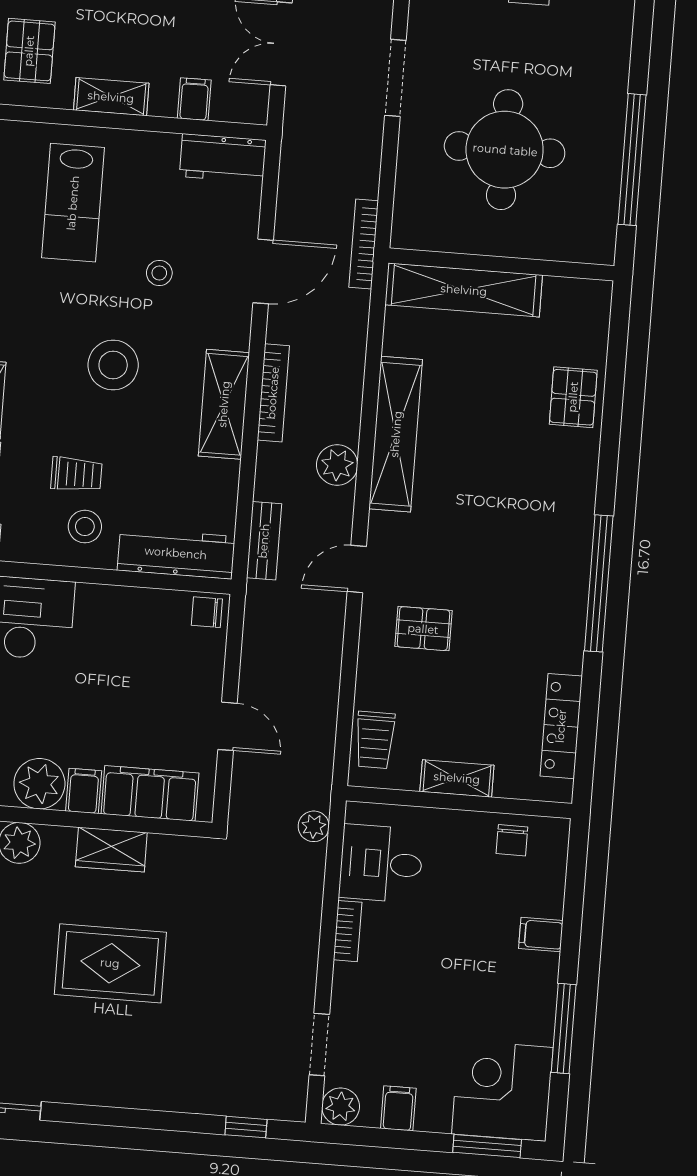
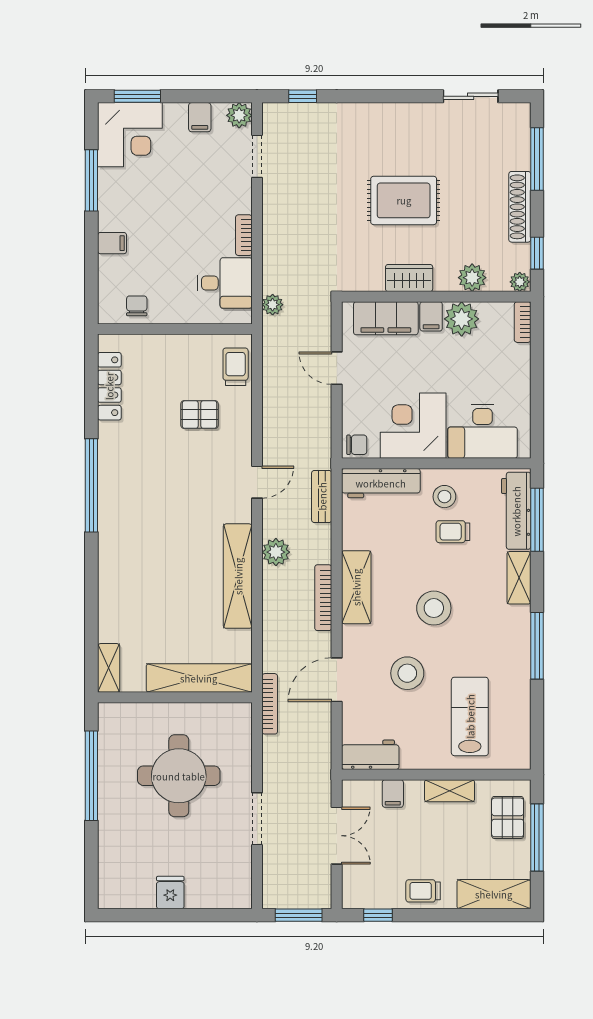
stool: (159, 273) -> (407, 673), width x1.89, depth x1.89
pallet: (573, 397) -> (119, 611), removed
pallet: (423, 629) -> (200, 415), moved
corner desk: (122, 634) -> (413, 426), added
shelving: (457, 778) -> (109, 668), moved, turned 90

